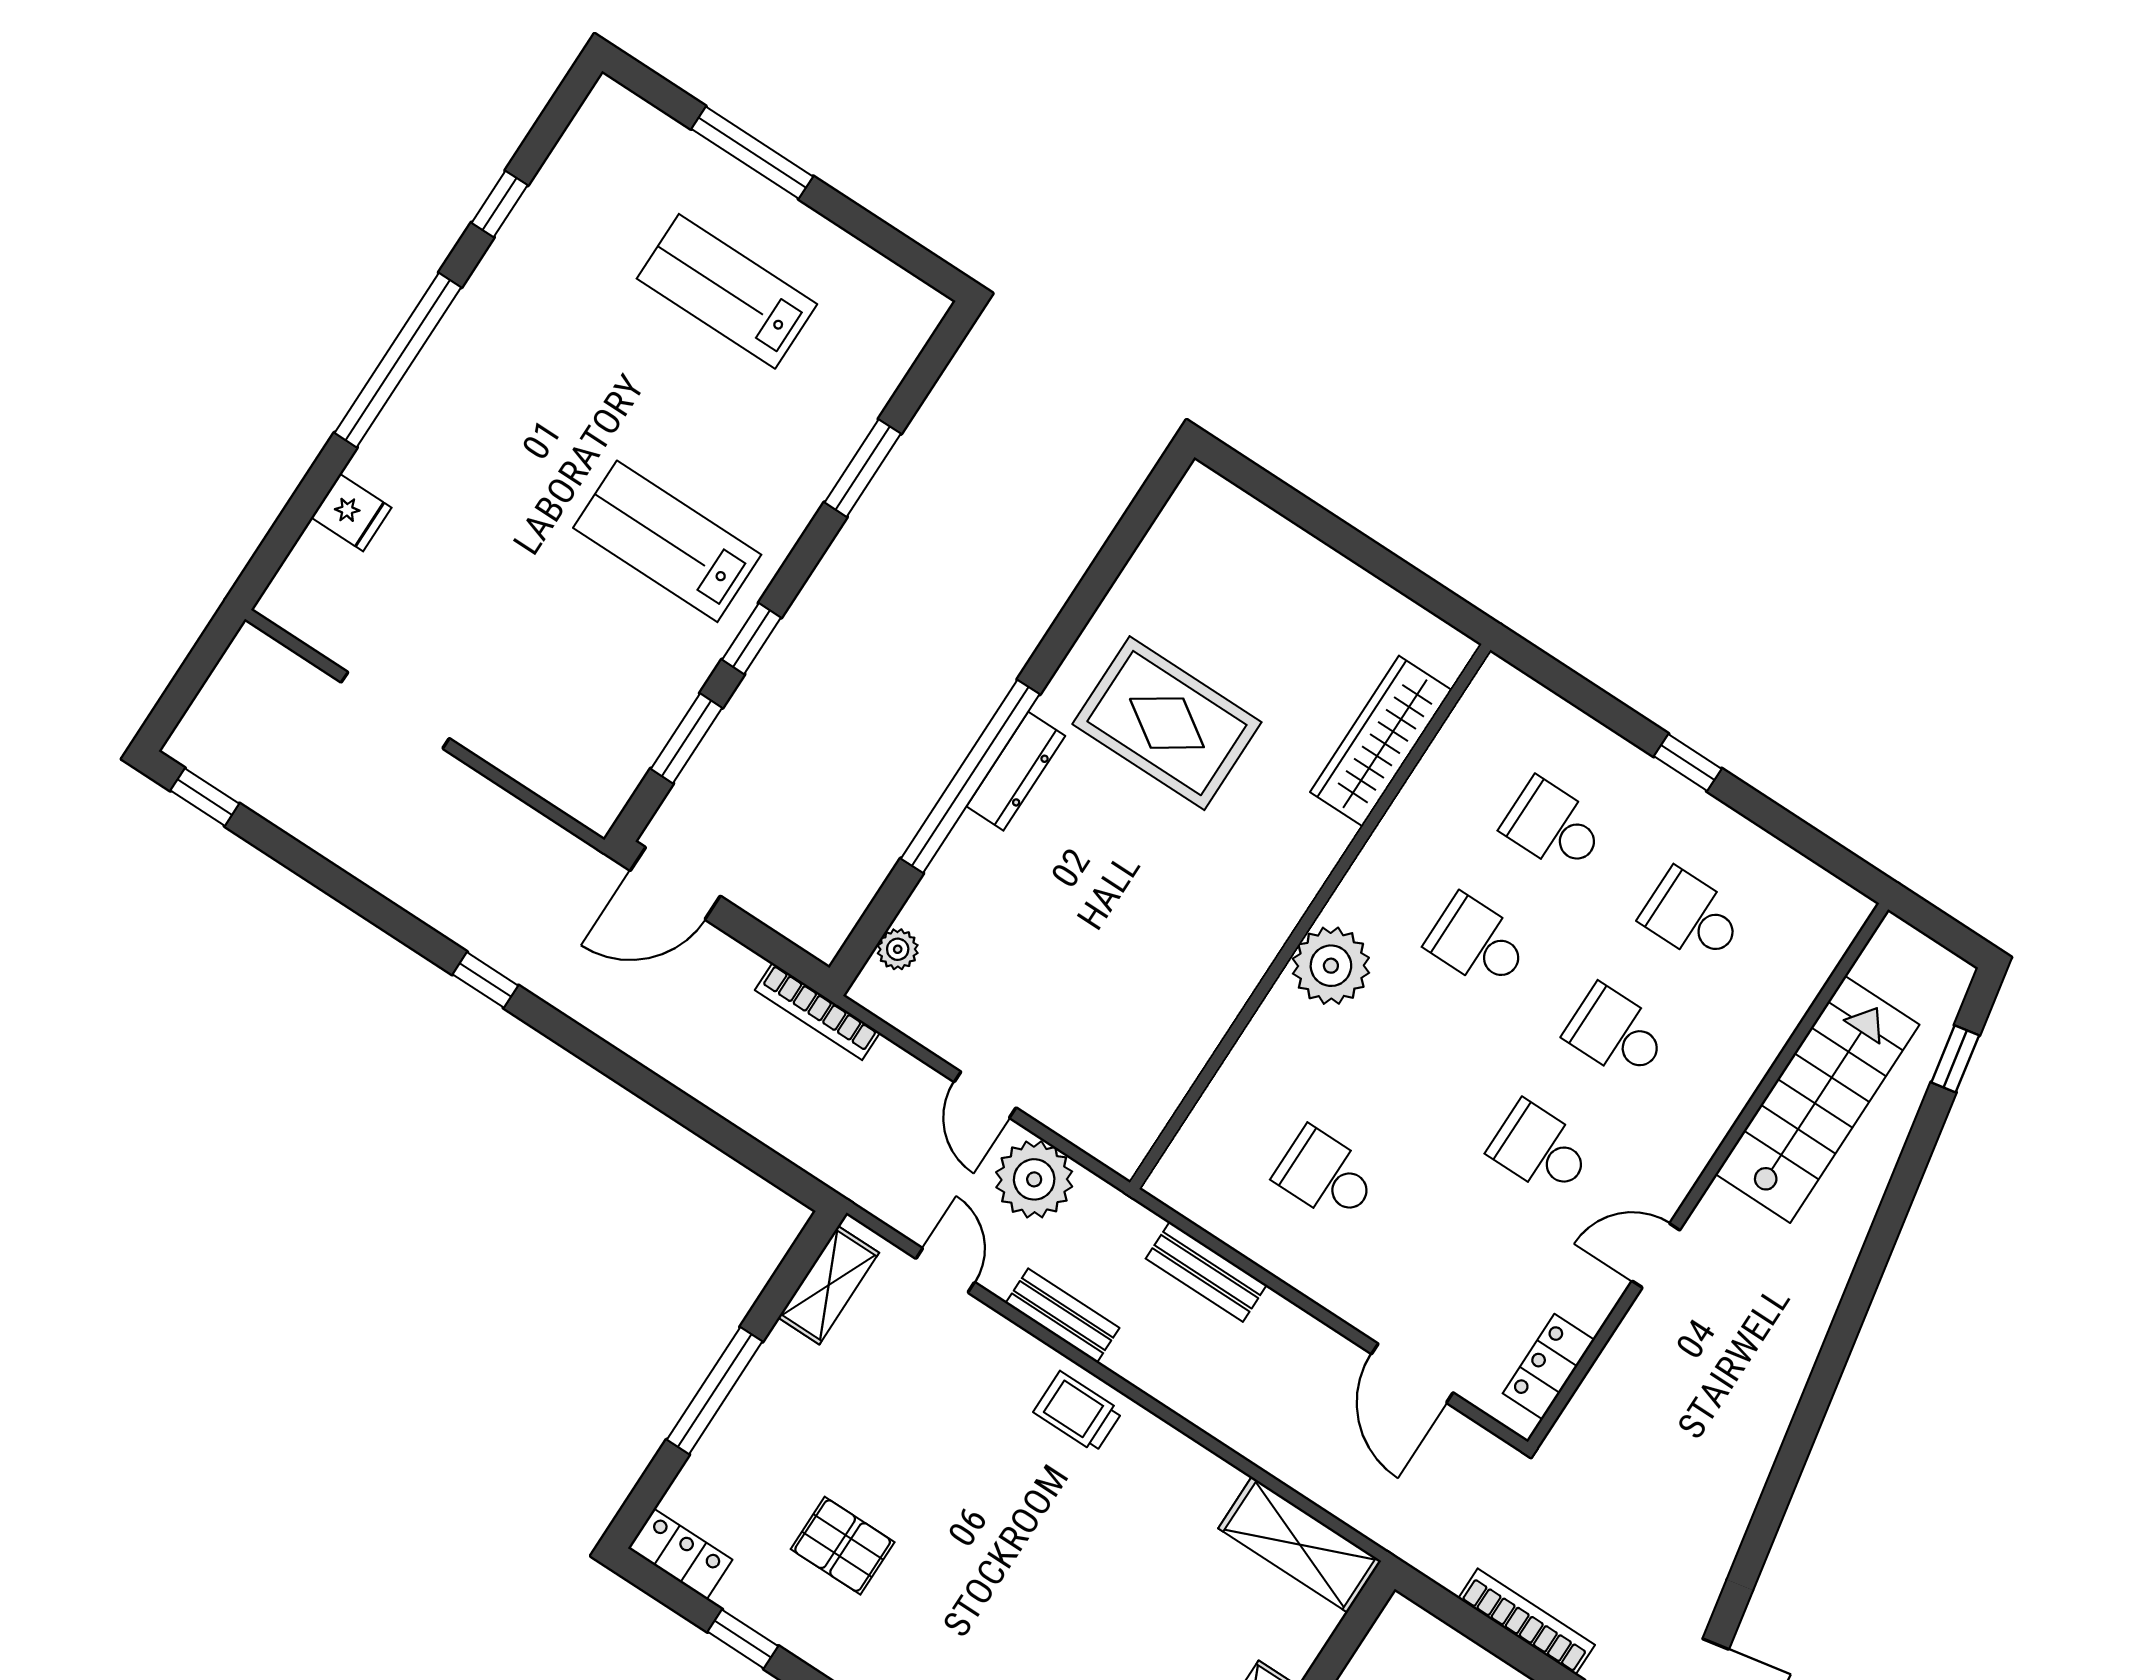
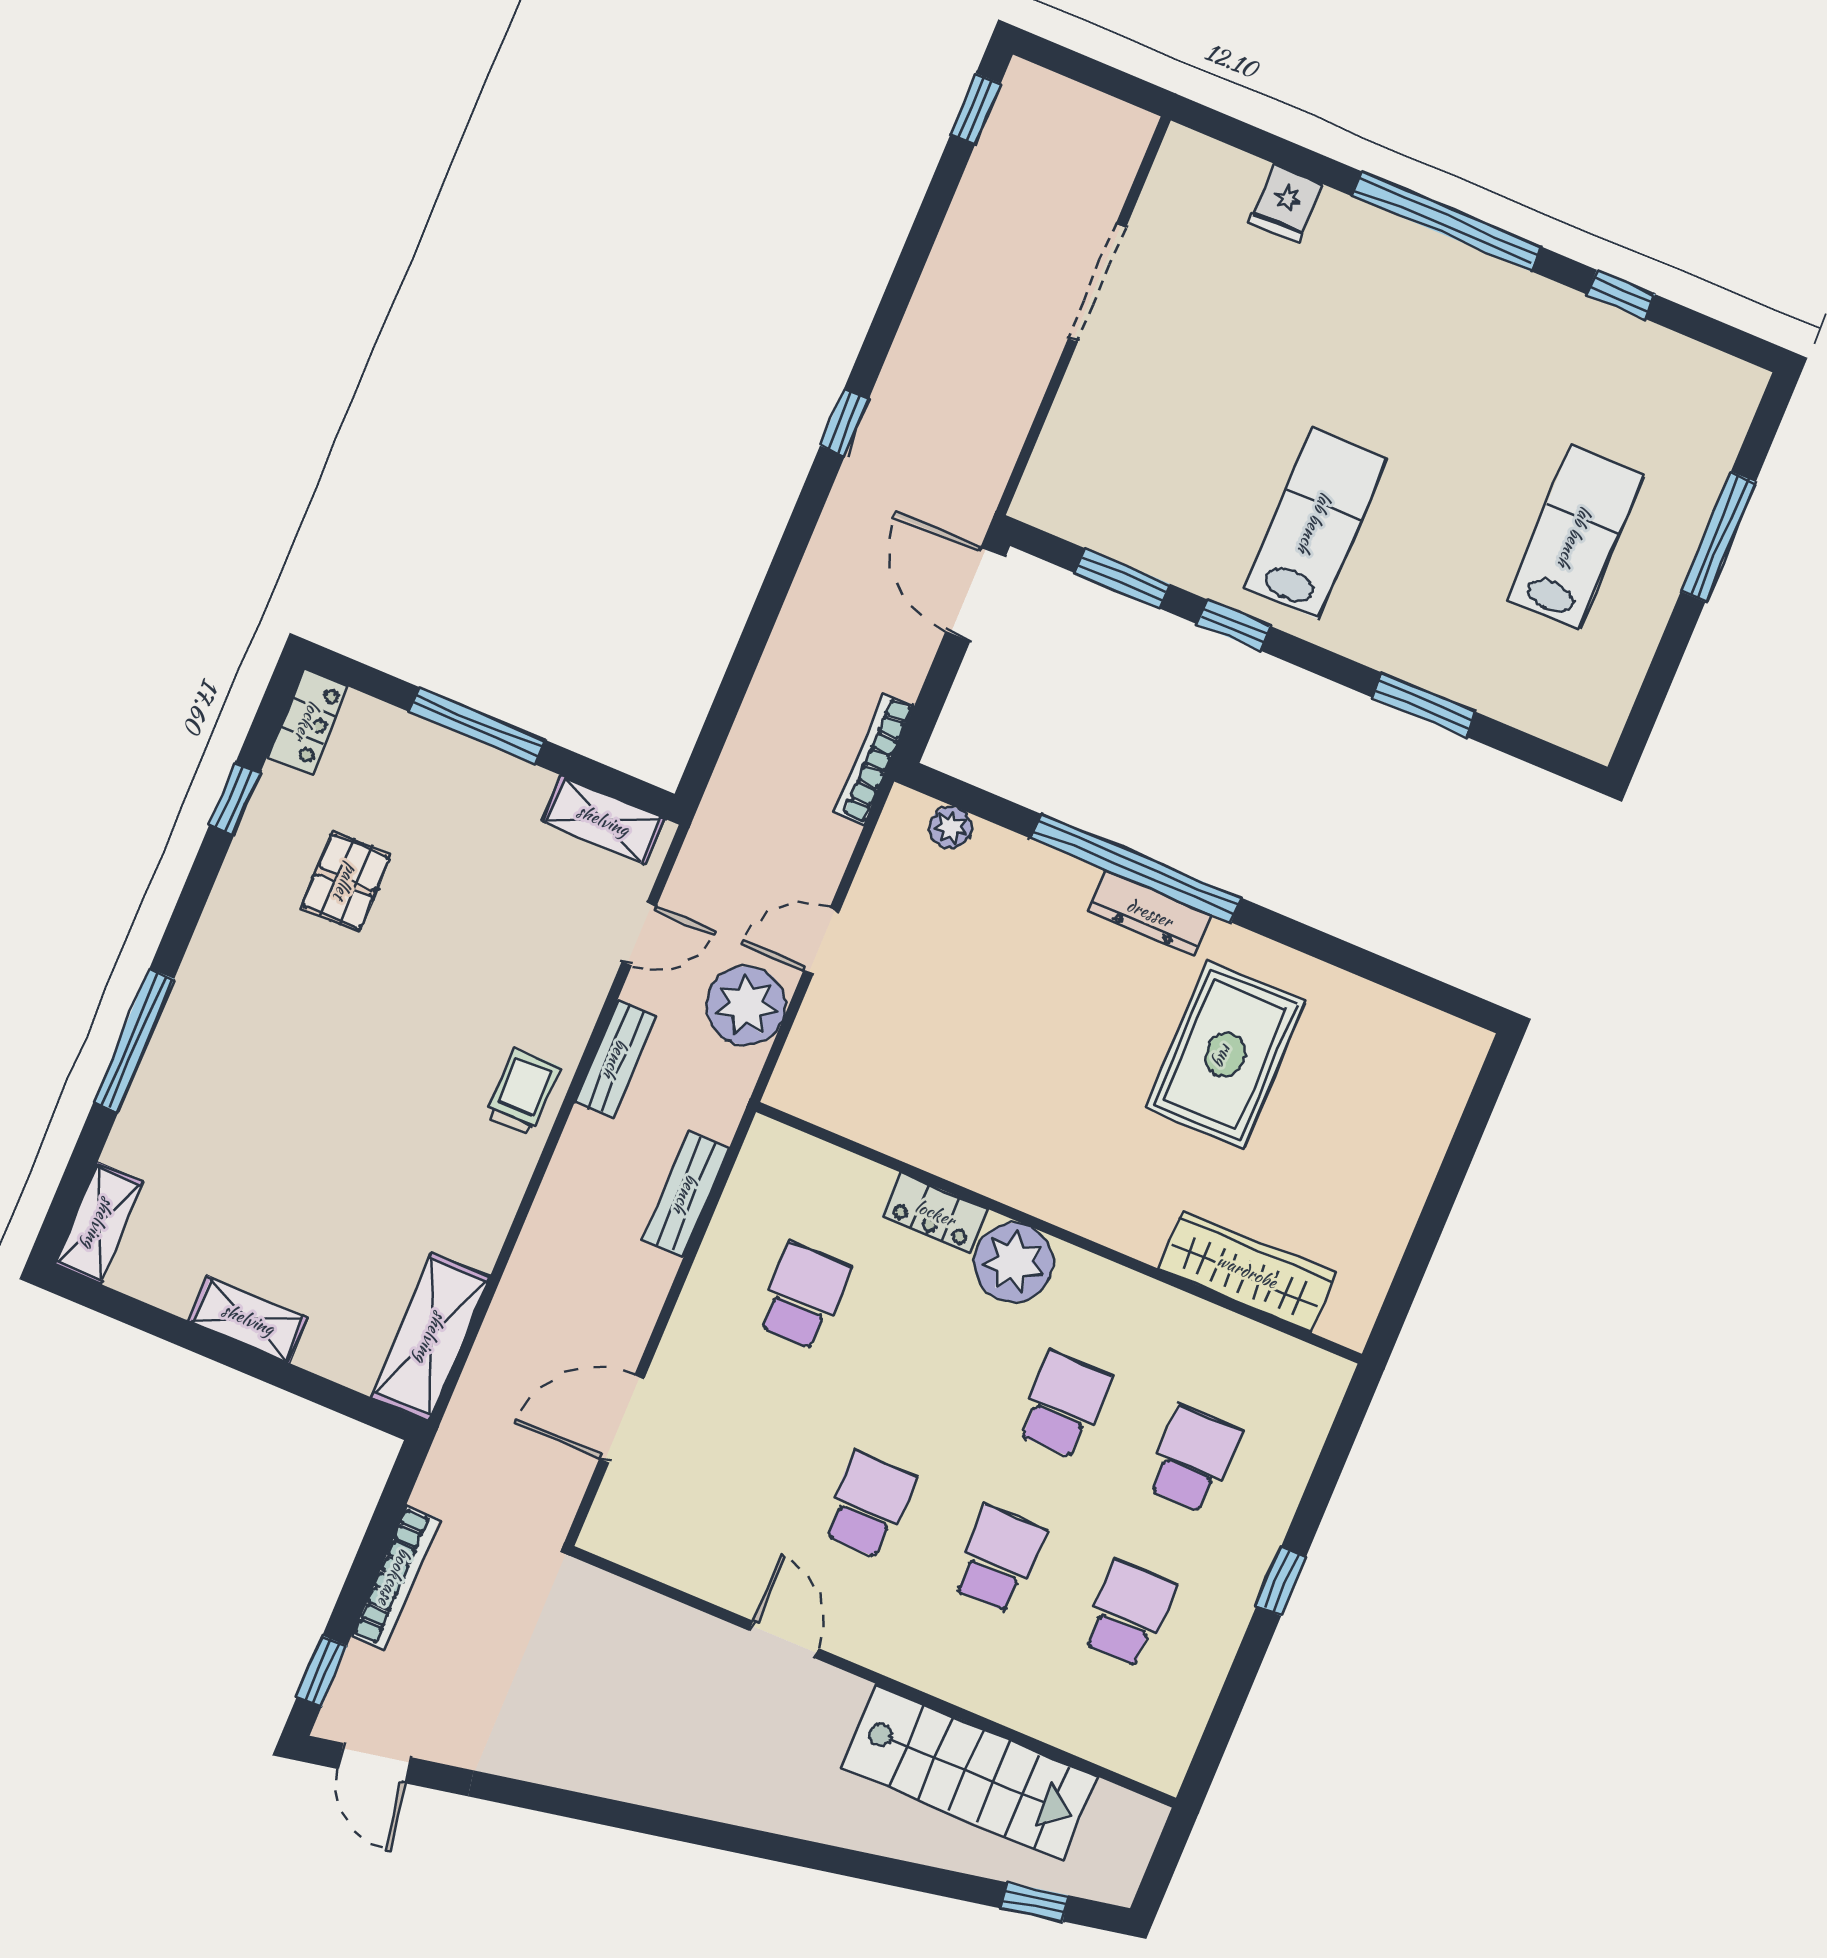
locker: (1549, 1367) -> (935, 1213), moved, turned 180

